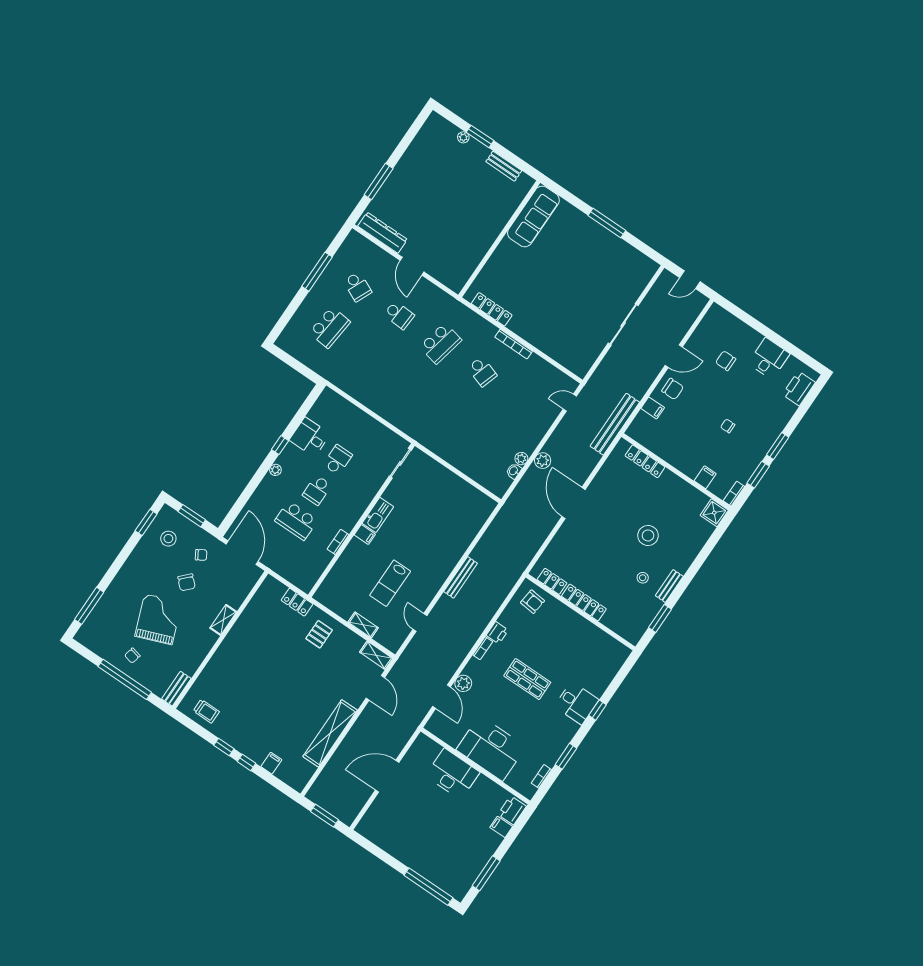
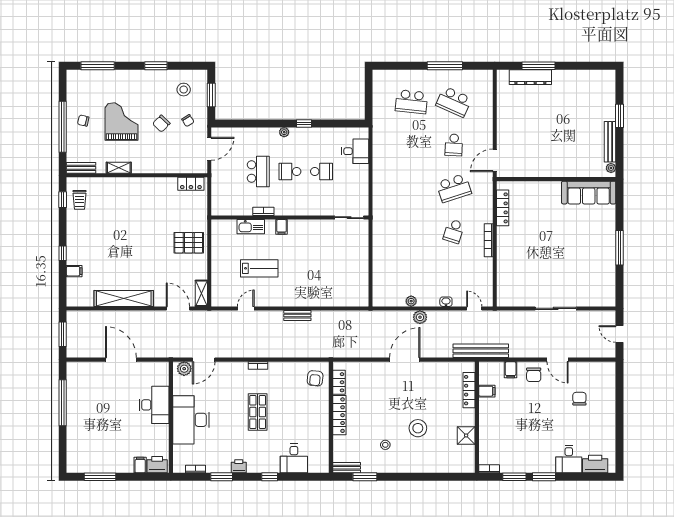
plant: (463, 137) -> (611, 168), moved
bench: (504, 166) -> (610, 142), width x1.36
dresser: (383, 233) -> (530, 77), moved, turned 90
door: (412, 266) -> (495, 160), moved
school desk: (357, 287) -> (454, 102), width x1.85
school desk: (441, 343) -> (454, 188), turned -30
desk: (769, 358) -> (569, 459), moved, turned 90
chair: (728, 426) -> (534, 432), removed
desk: (310, 437) -> (355, 151), moved, turned 90
washbasin: (514, 471) -> (446, 302), moved
filing cabinet: (705, 477) -> (487, 391), moved
shower: (714, 513) -> (466, 435), moved
kitchen sink: (378, 515) -> (251, 227), moved
school desk: (296, 521) -> (258, 171), turned 180
window: (146, 522) -> (156, 66), moved
door: (242, 553) -> (209, 149), width x0.73
bench: (461, 577) -> (297, 316), width x0.73
lab bench: (390, 583) -> (259, 268), turned 180
bench: (669, 586) -> (347, 468), moved
locker: (297, 602) -> (191, 184), moved, turned -90
grand piano: (158, 619) -> (122, 122), turned -69
shelving: (223, 620) -> (119, 168), moved
shelving: (363, 625) -> (217, 269), removed
printer: (497, 633) -> (239, 466), moved, turned 180
pallet: (319, 634) -> (189, 243), width x1.50, depth x1.42
plant: (463, 683) -> (184, 369), moved
door: (375, 688) -> (178, 308), swing flipped
desk: (576, 703) -> (294, 458), moved
window: (224, 747) -> (63, 200), moved
window: (428, 887) -> (63, 403), moved

